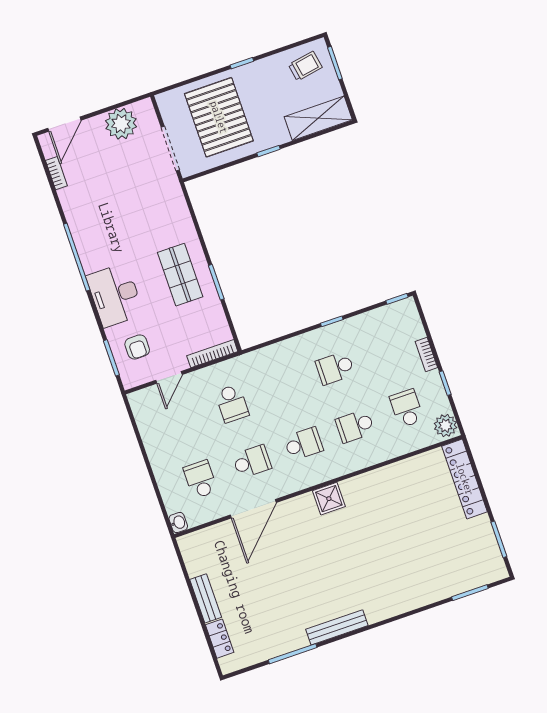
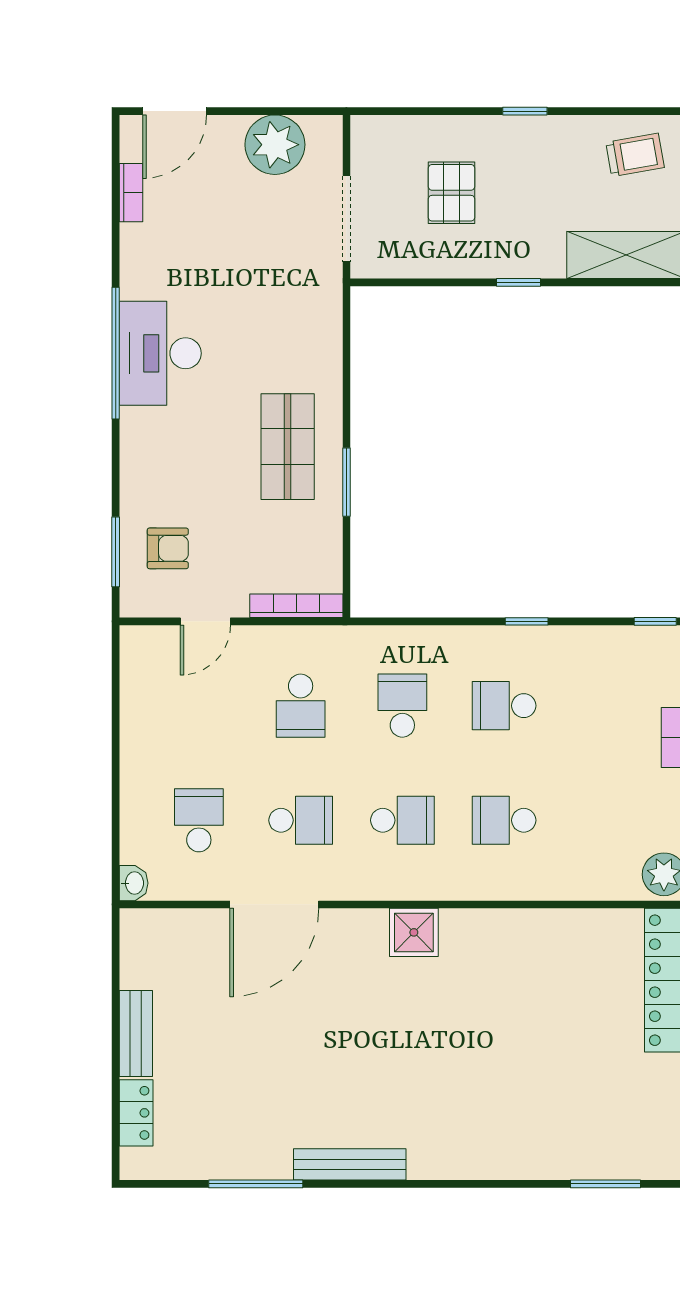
pallet: (219, 117) -> (451, 193), width x0.49, depth x0.50
desk: (115, 295) -> (160, 353), moved
armchair: (137, 347) -> (168, 548), turned -90
school desk: (407, 408) -> (402, 706), moved

